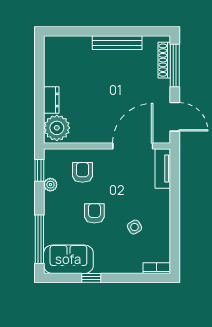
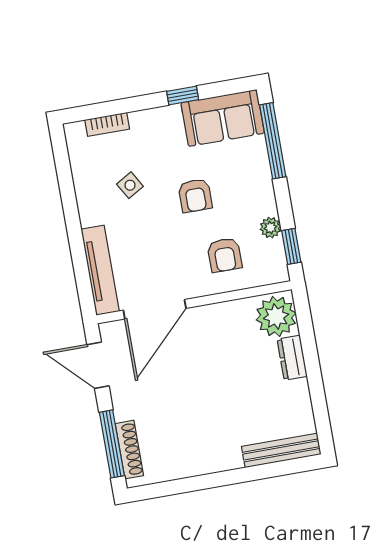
bench: (117, 43) -> (281, 450), moved
tv unit: (163, 168) -> (100, 270), width x1.41
bookcase: (157, 268) -> (107, 124), moved

